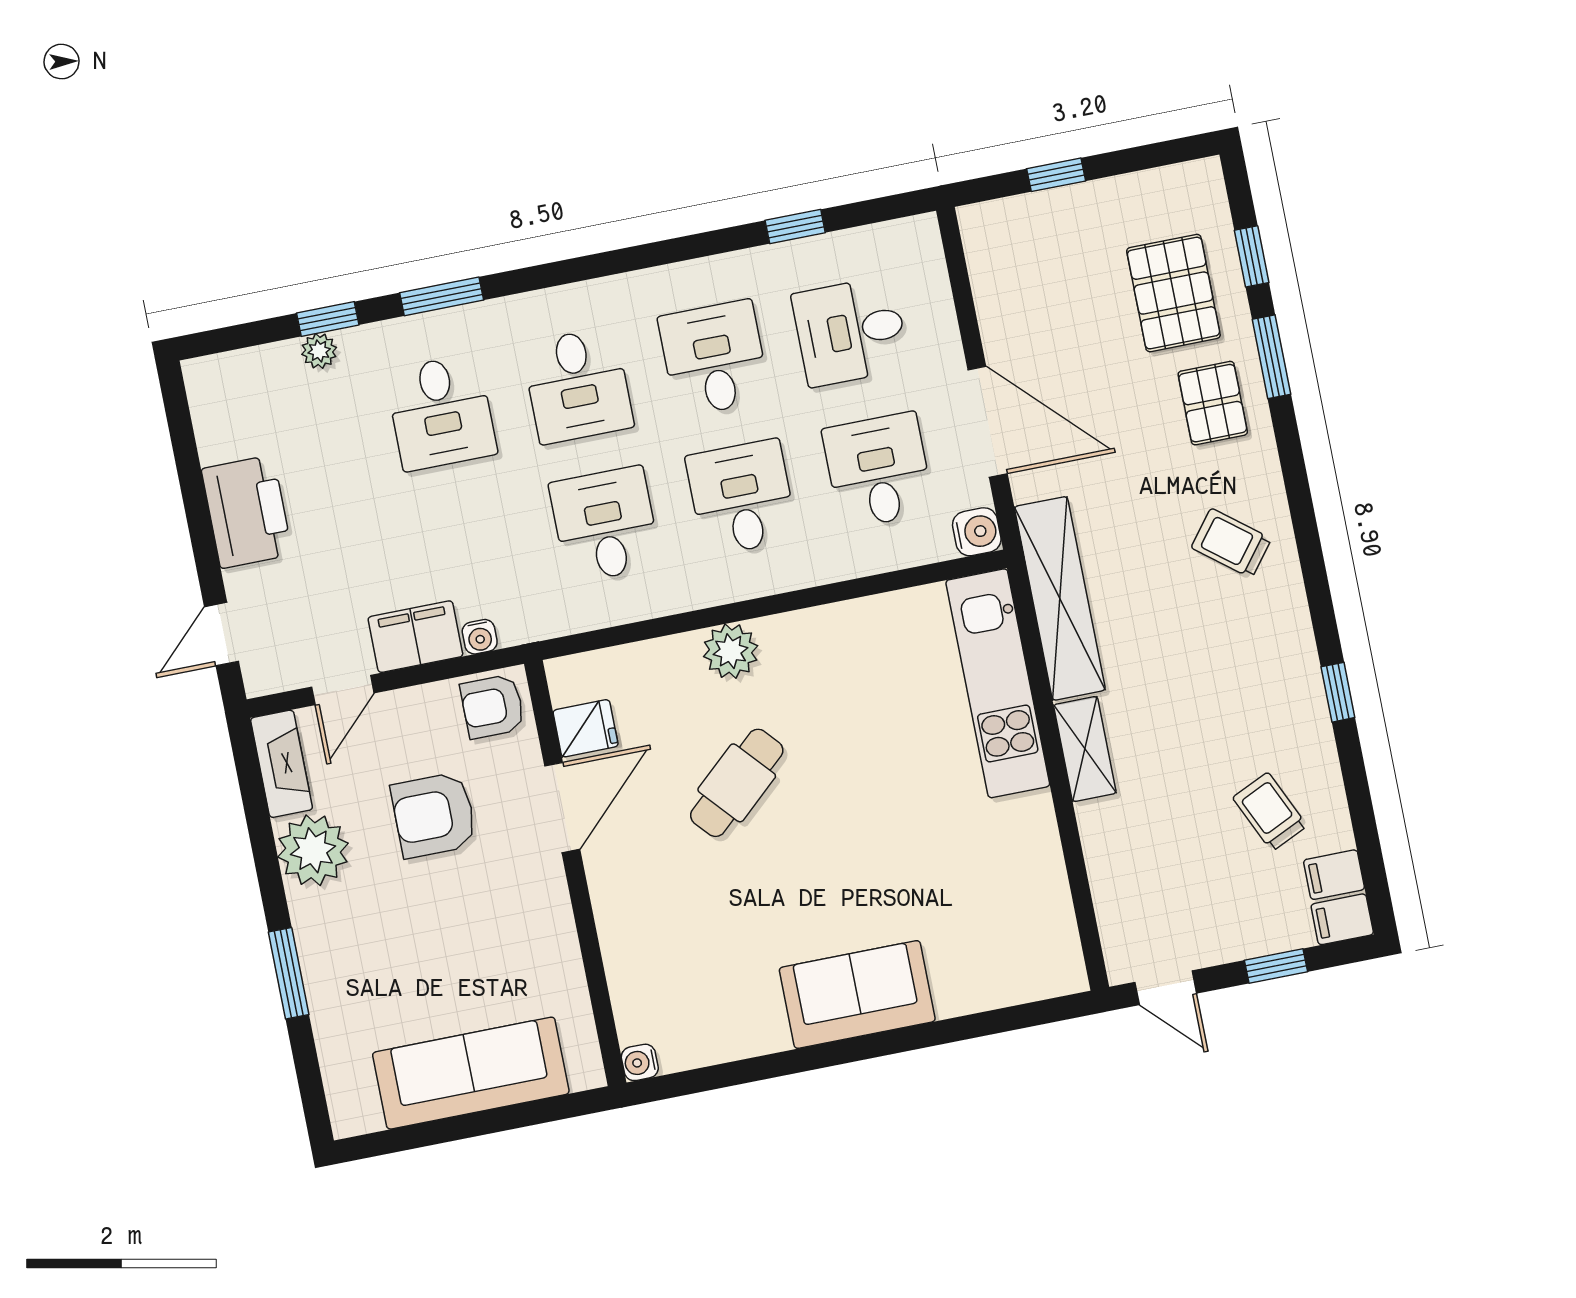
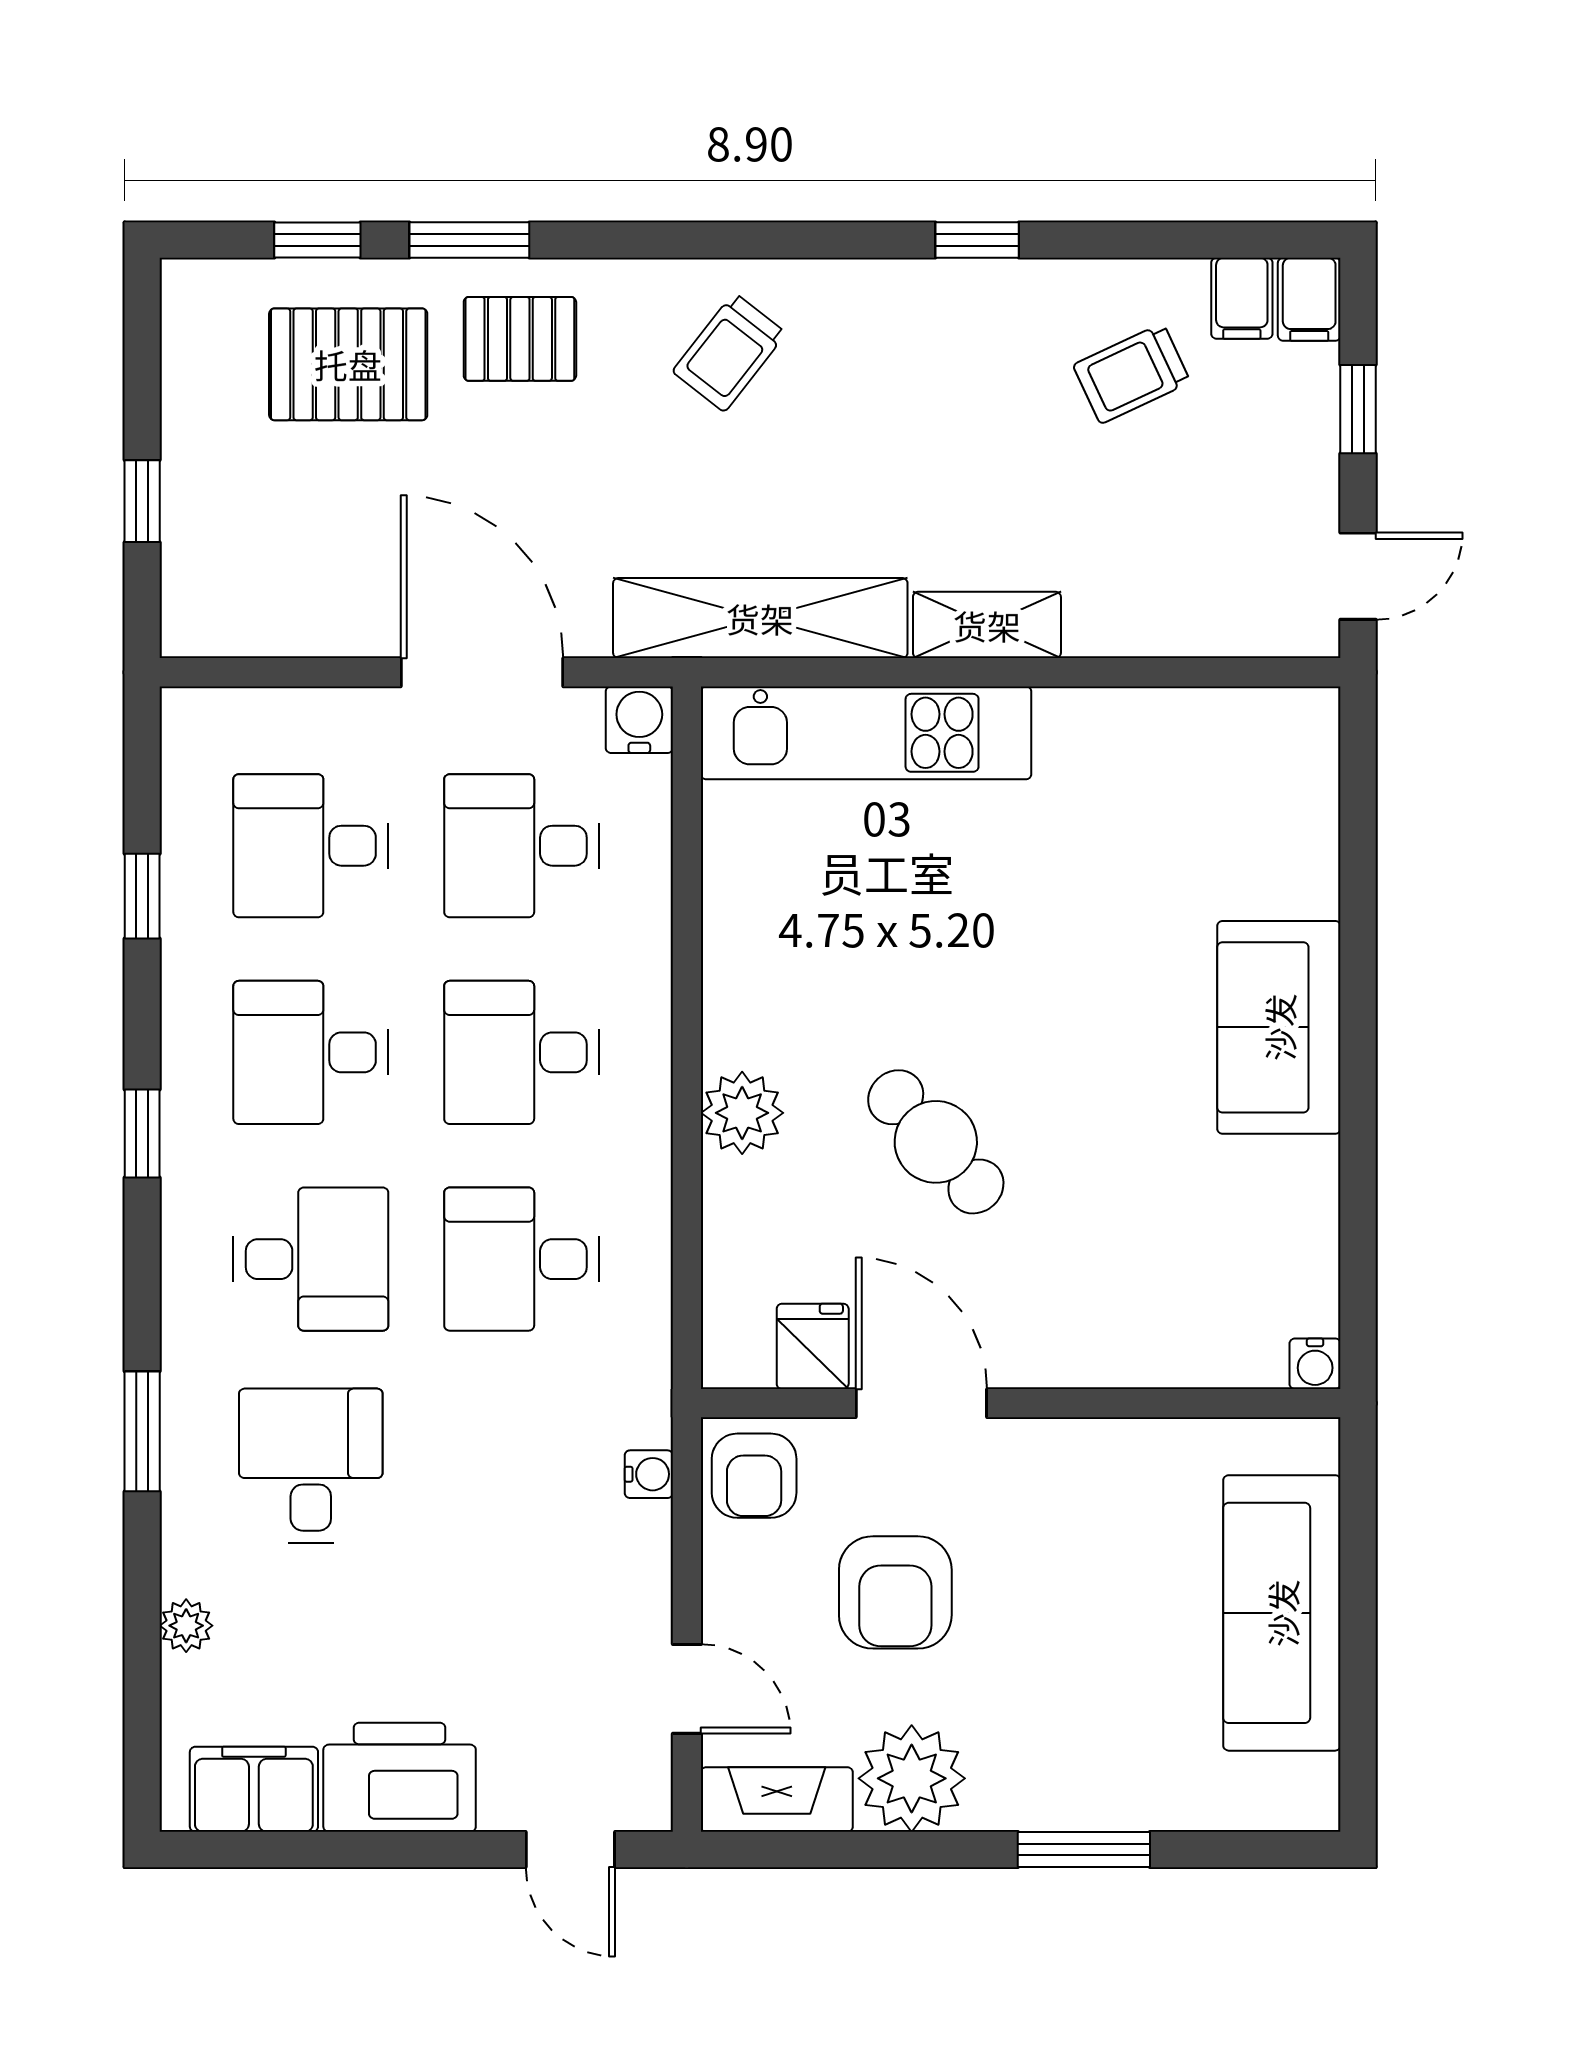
window: (328, 319) -> (142, 1134), moved
desk: (851, 331) -> (311, 846), turned 90
desk: (441, 412) -> (311, 1466), turned -90
door: (988, 422) -> (482, 672), hinge flipped
filing cabinet: (415, 637) -> (254, 1789), moved, turned 90

